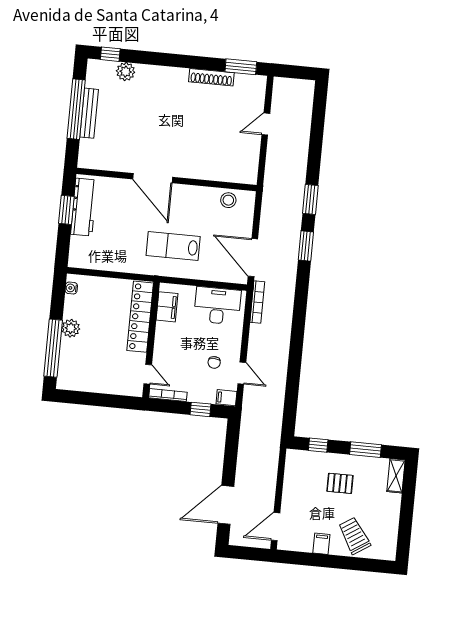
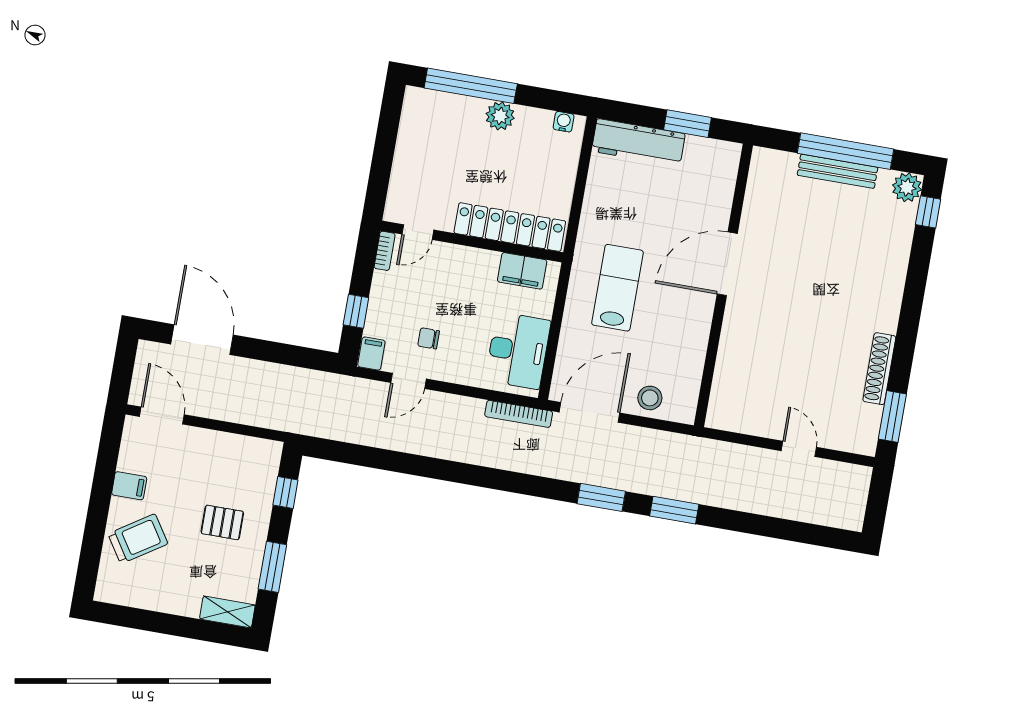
plant: (126, 72) -> (907, 187), moved
stool: (228, 200) -> (650, 398), moved
workbench: (84, 207) -> (638, 142), moved
bookcase: (168, 395) -> (385, 251), width x0.64
pallet: (340, 483) -> (222, 522), turned 90

